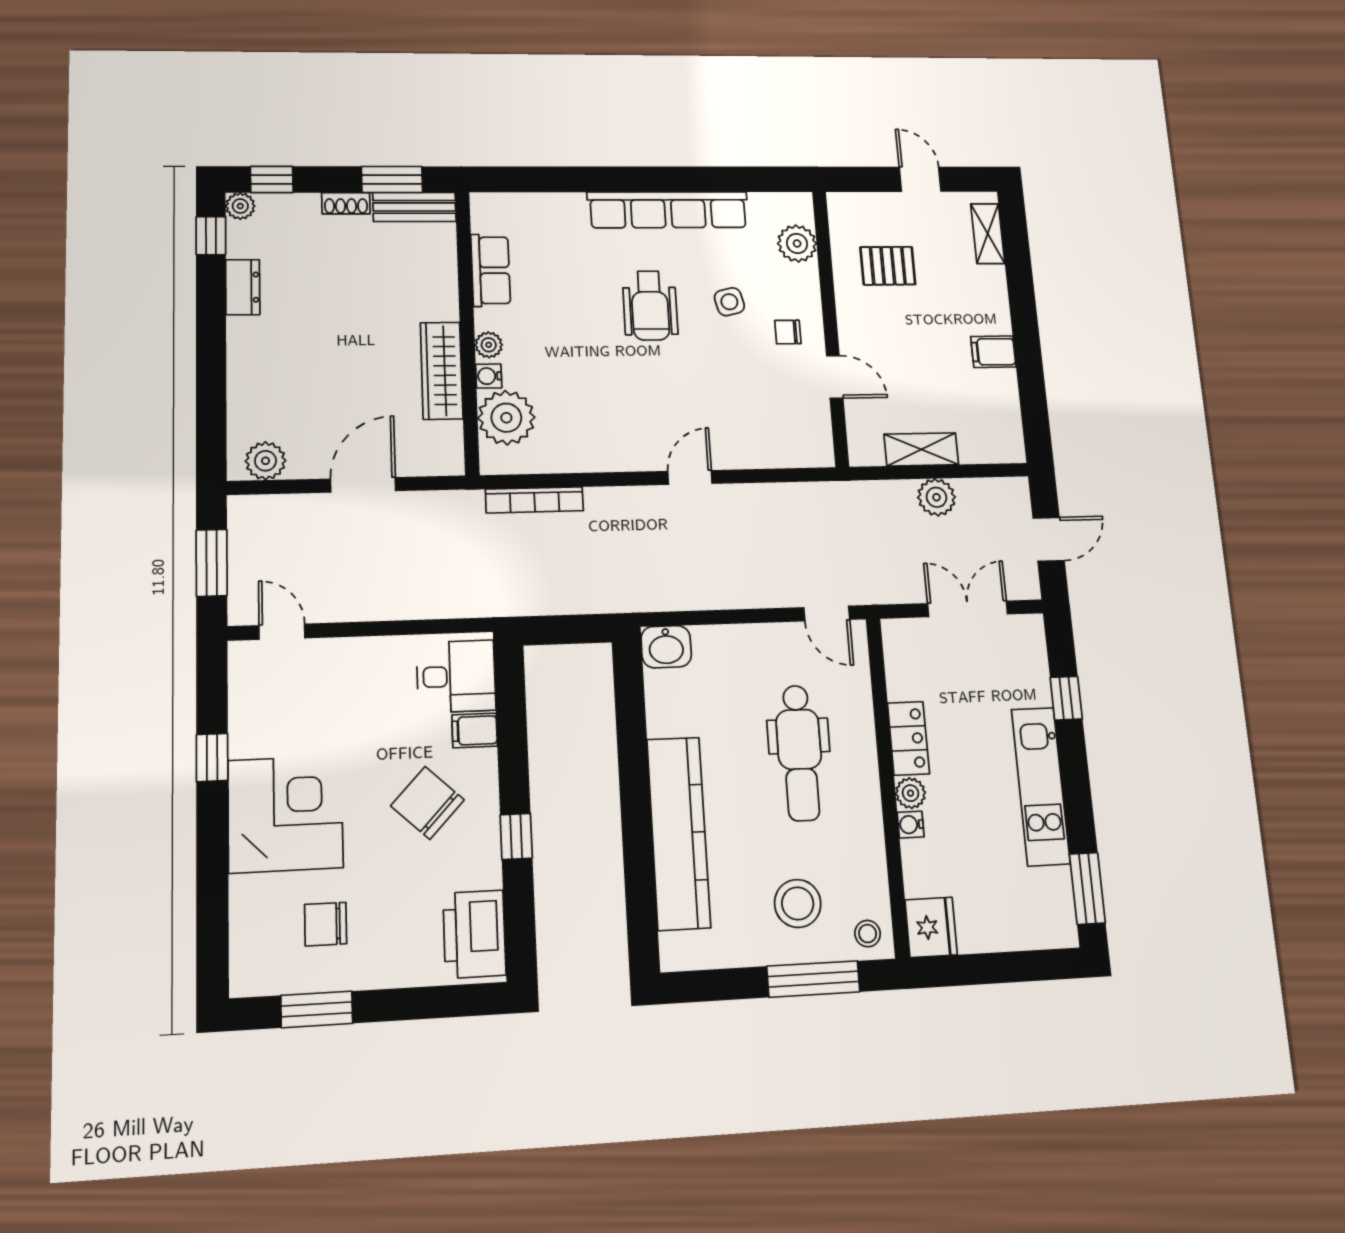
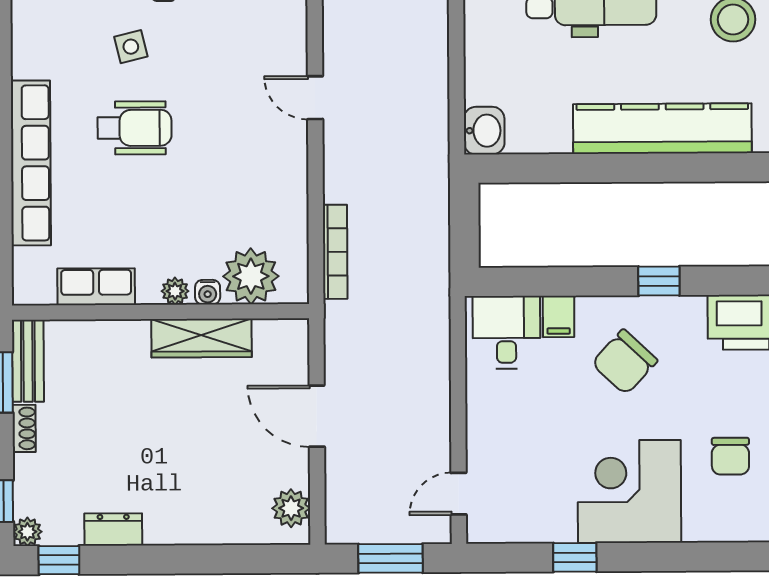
row of seats: (668, 210) -> (31, 163), moved

